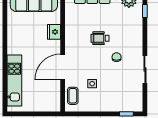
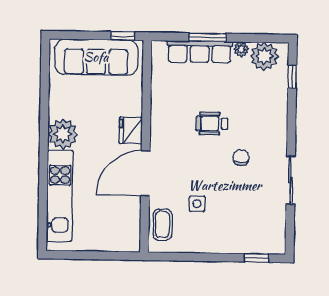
fridge: (54, 32) -> (131, 131), moved
plant: (16, 45) -> (63, 134), added

